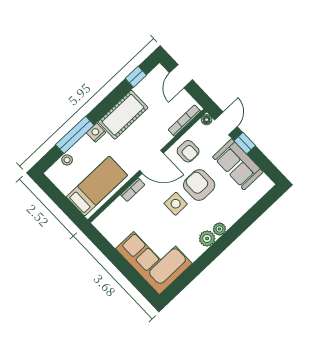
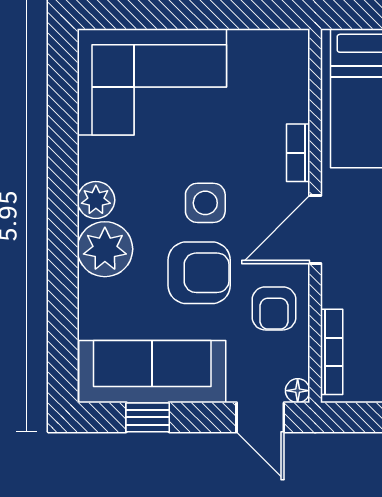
window: (245, 143) -> (148, 417), moved
armchair: (188, 151) -> (274, 308), turned -90
sofa: (238, 164) -> (152, 372), width x1.36
plant: (219, 229) -> (105, 249), width x1.87, depth x1.87

